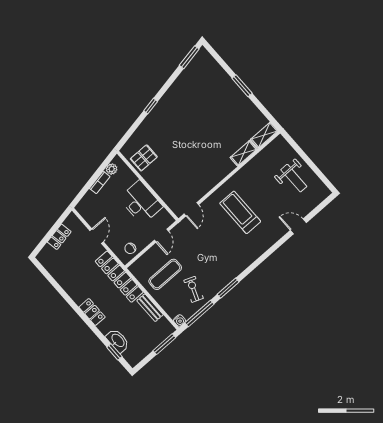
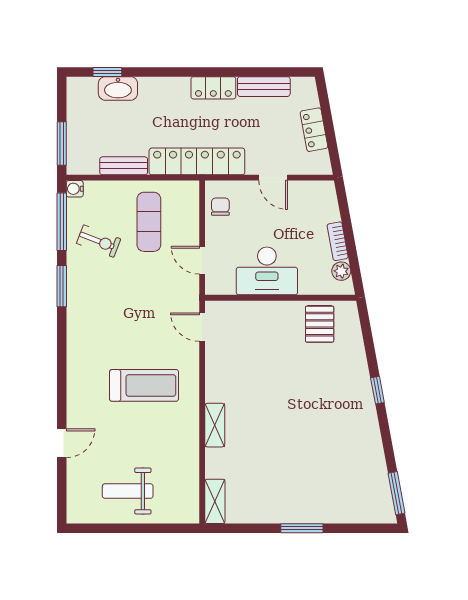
shelving: (244, 153) -> (215, 425), moved
bench: (60, 276) -> (264, 87), added
locker: (92, 312) -> (213, 88), moved

